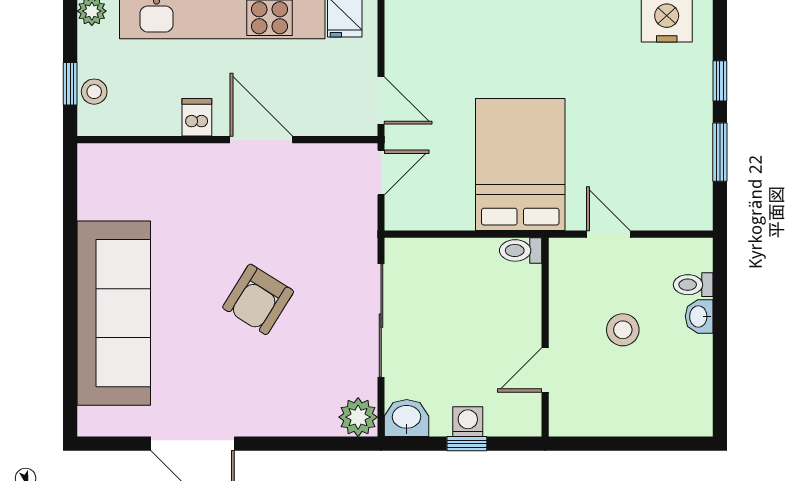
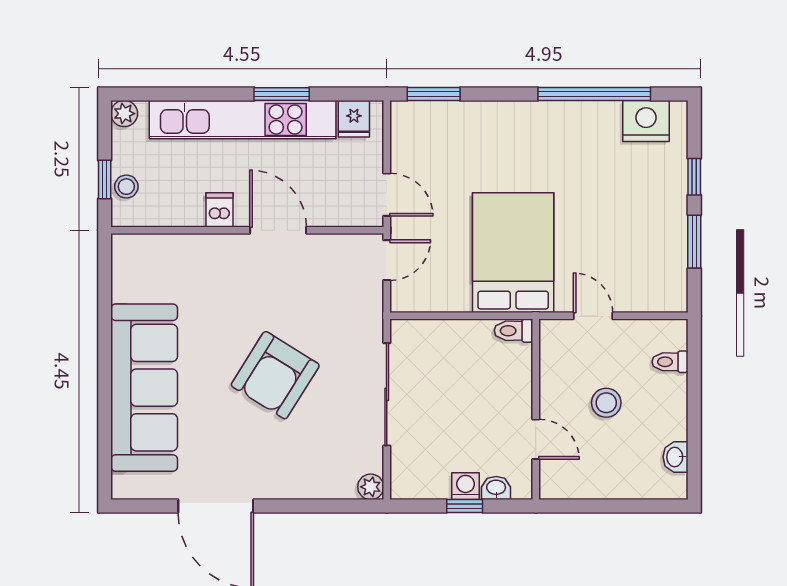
armchair: (258, 299) -> (275, 375), width x1.36, depth x1.36
washbasin: (699, 316) -> (675, 457), moved
door: (545, 370) -> (536, 439), swing flipped
plant: (358, 417) -> (371, 487), width x0.73, depth x0.73
washbasin: (407, 418) -> (496, 488), moved, width x0.72, depth x0.69

